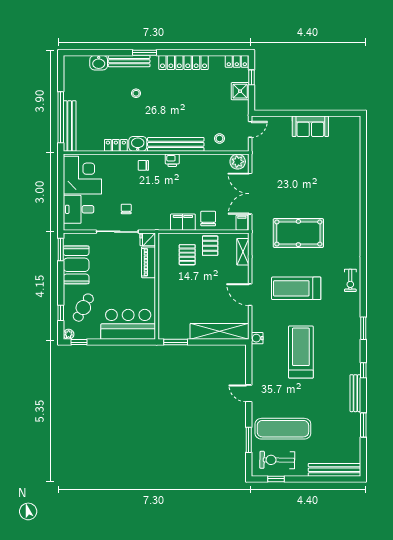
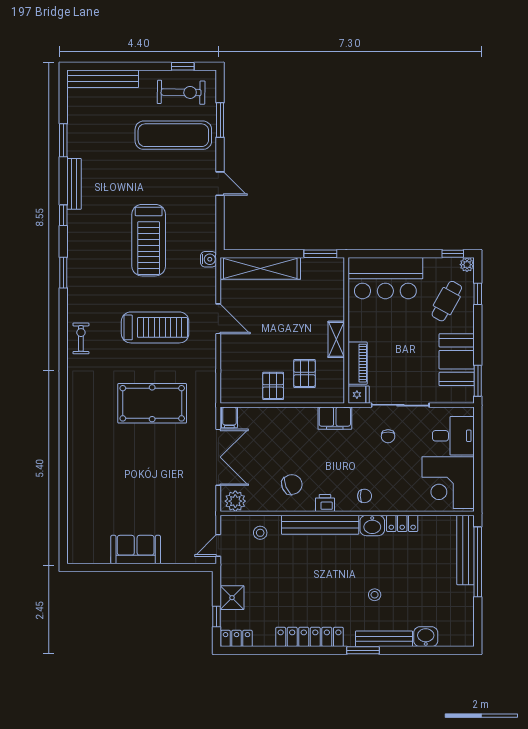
chair: (208, 218) -> (292, 485), moved, turned -113
filing cabinet: (183, 222) -> (335, 418), moved
shelving: (243, 252) -> (336, 339), moved

